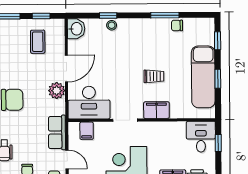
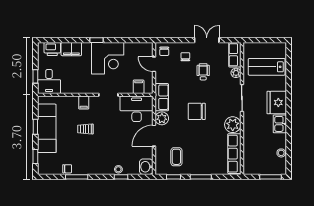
filing cabinet: (156, 110) -> (84, 103), width x0.50
row of seats: (57, 133) -> (162, 97), moved

